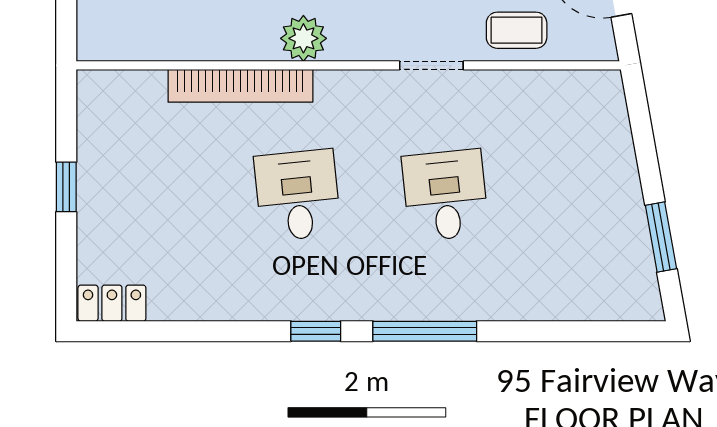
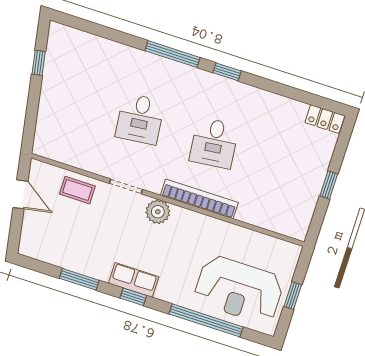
plant: (303, 38) -> (158, 212), moved
bookcase: (240, 86) -> (199, 199), moved
window: (661, 237) -> (39, 63), width x0.67

